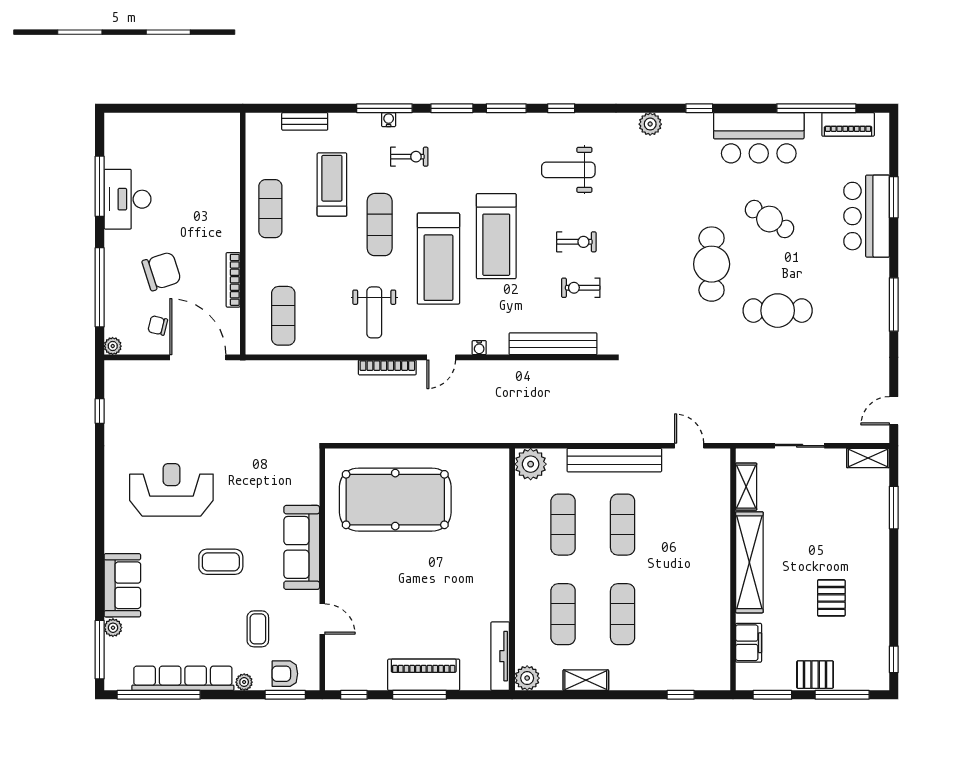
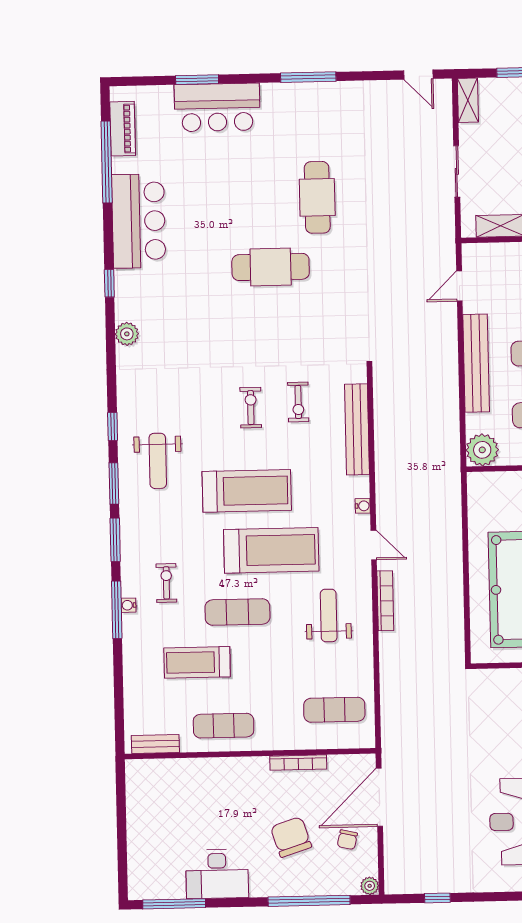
bench: (305, 121) -> (155, 744), moved, turned 90
weight bench: (568, 170) -> (158, 461), moved
window: (100, 186) -> (174, 904), moved
cafe table: (770, 219) -> (223, 208), removed
weight bench: (374, 312) -> (329, 615), turned -90

